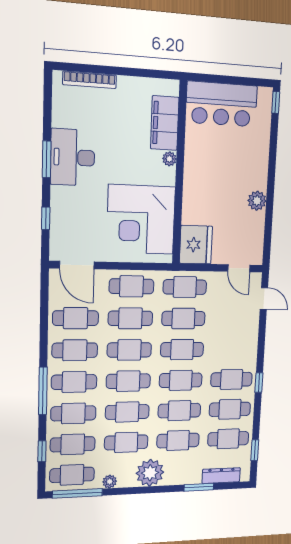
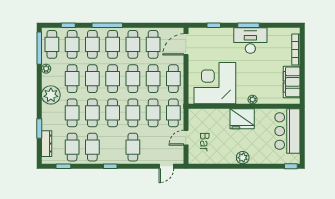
filing cabinet: (165, 123) -> (292, 82), moved, turned -90
plant: (257, 201) -> (243, 158), moved
fridge: (196, 245) -> (242, 119), moved
door: (239, 268) -> (186, 138), moved
cafe table: (231, 379) -> (133, 147), moved

